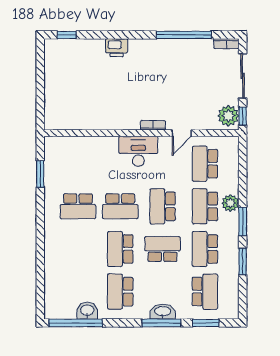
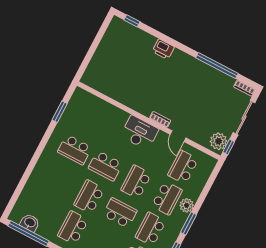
door: (182, 133) -> (178, 136), hinge flipped
school desk: (205, 206) -> (167, 198), turned 180
washbasin: (87, 311) -> (30, 223), moved

